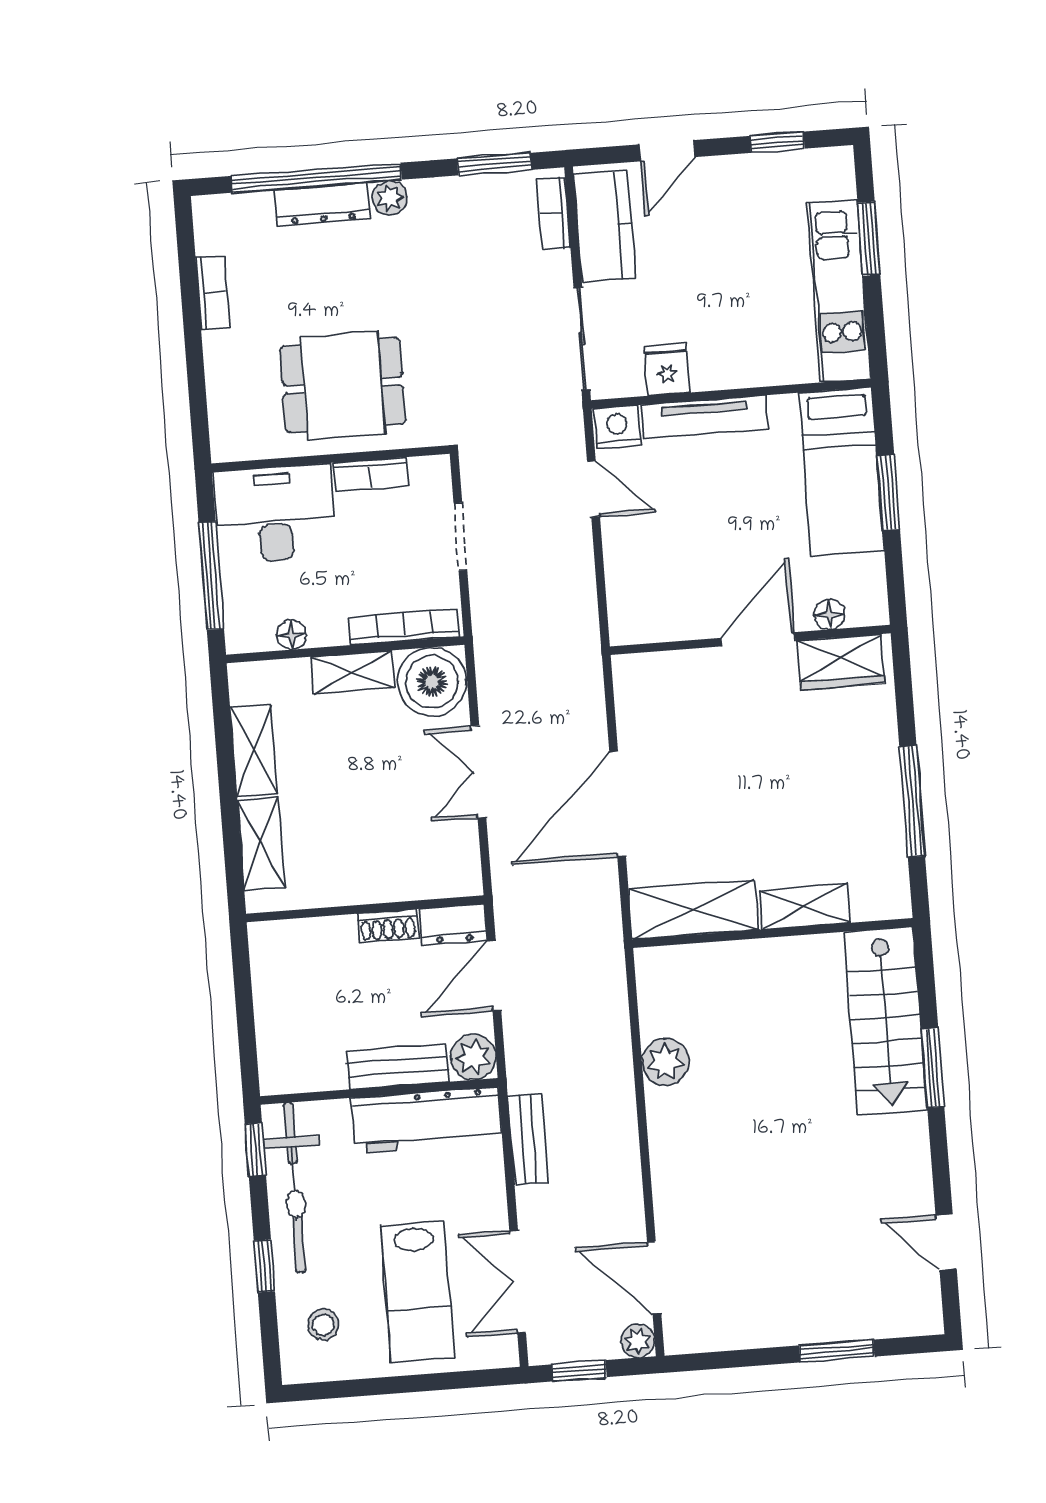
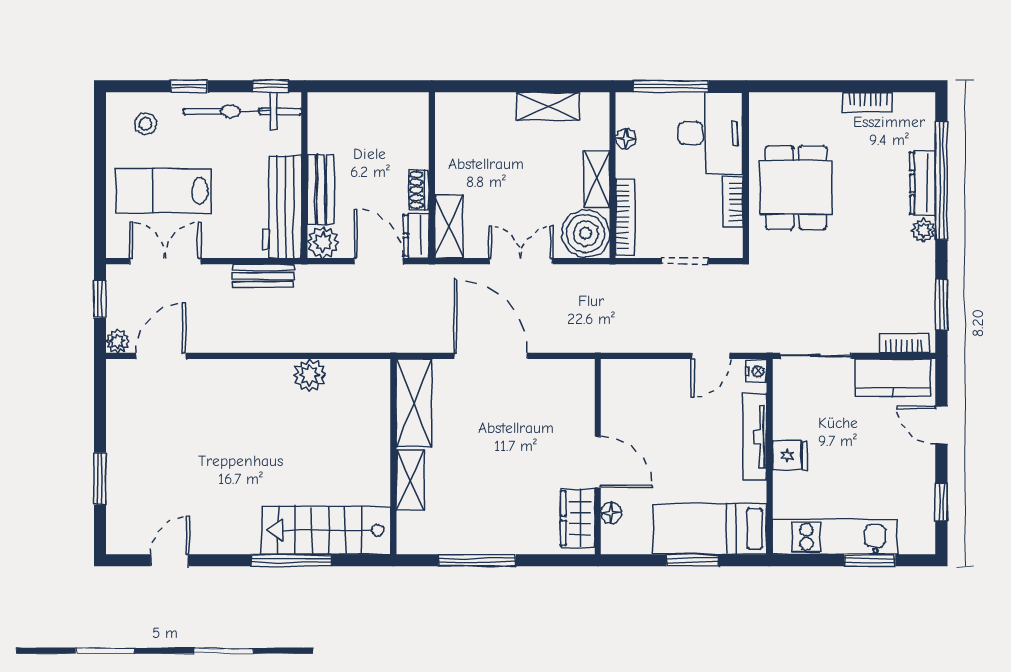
fridge: (667, 369) -> (790, 456), moved
nightstand: (617, 427) -> (756, 371), width x0.72, depth x0.74
shelving: (261, 844) -> (449, 227), moved, turned 90
window: (933, 1068) -> (291, 560), width x1.44

